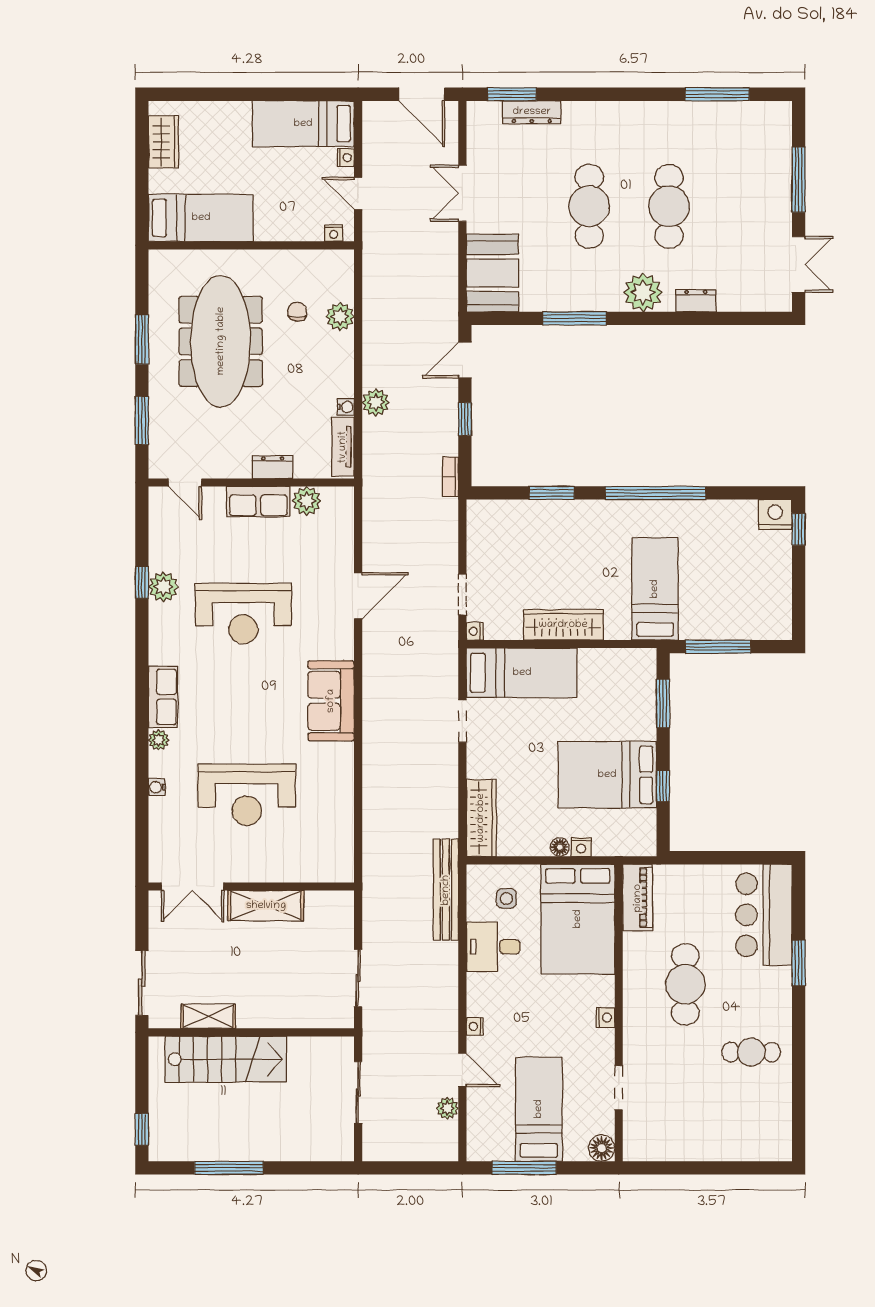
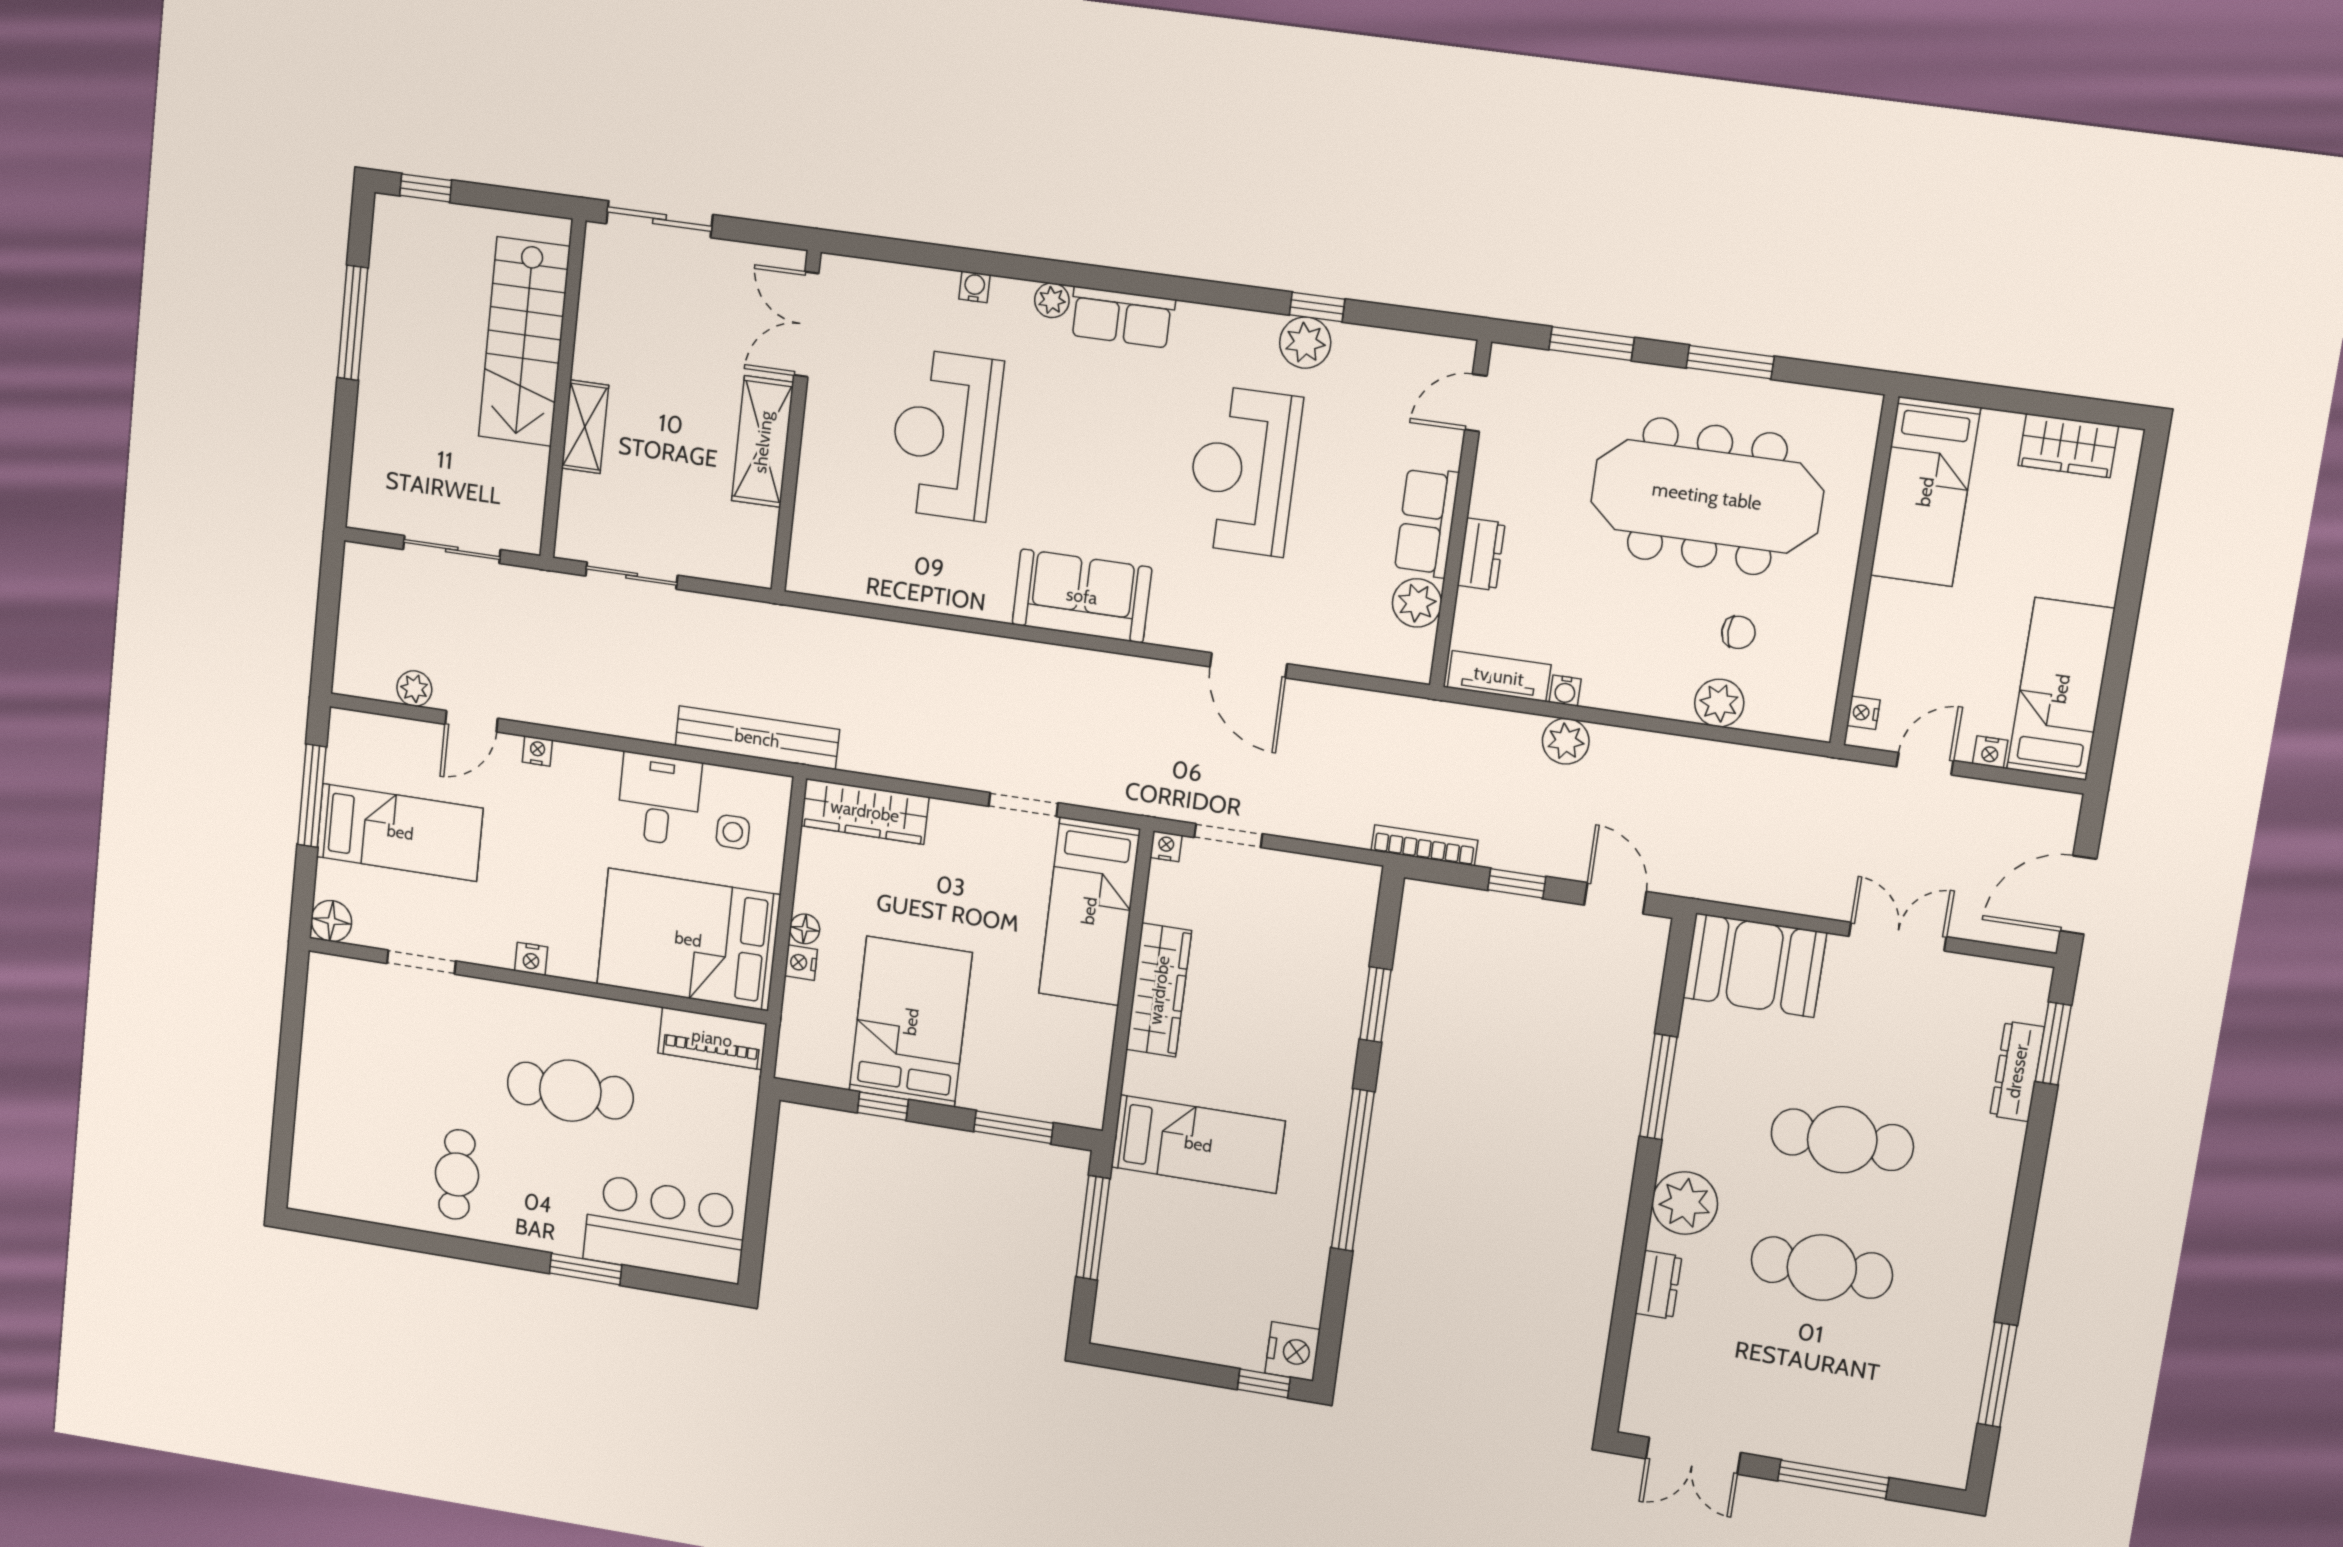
bookcase: (450, 477) -> (1424, 845), width x1.56
shelving: (208, 1016) -> (585, 427), moved

